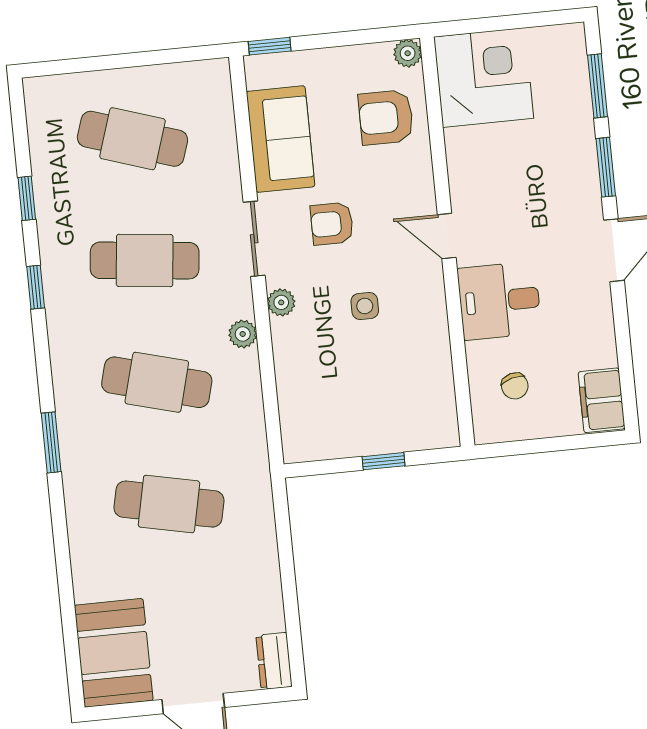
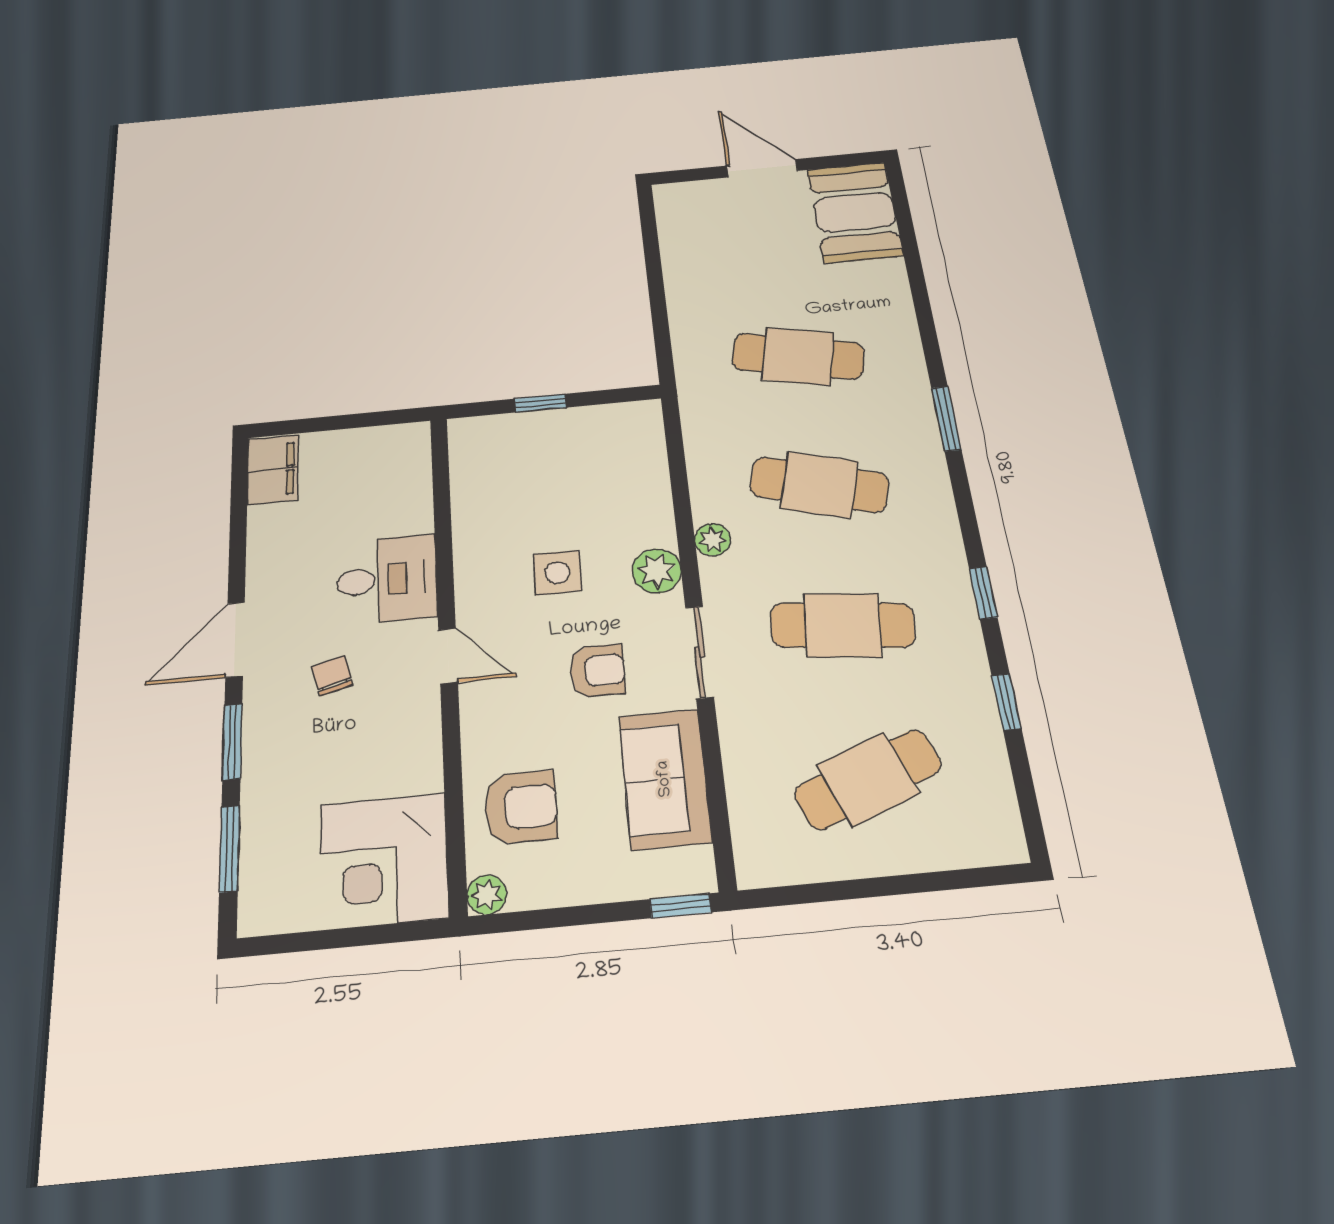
cafe table: (132, 139) -> (868, 779), turned -39
plant: (281, 302) -> (657, 571), width x1.38, depth x1.38
side table: (365, 306) -> (557, 573), width x1.37, depth x1.37
chair: (515, 386) -> (332, 676), moved
dresser: (274, 661) -> (672, 208), removed

